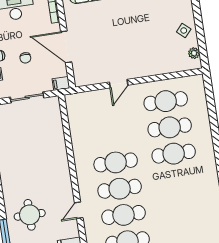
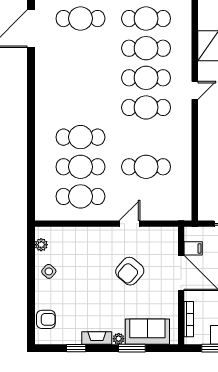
armchair: (112, 42) -> (130, 271), added
filing cabinet: (61, 83) -> (193, 248), moved
cafe table: (116, 162) -> (146, 167), moved

